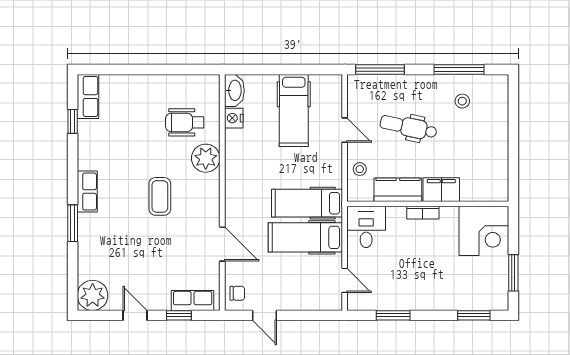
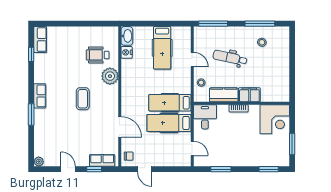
plant: (93, 295) -> (39, 162), width x0.53, depth x0.53

